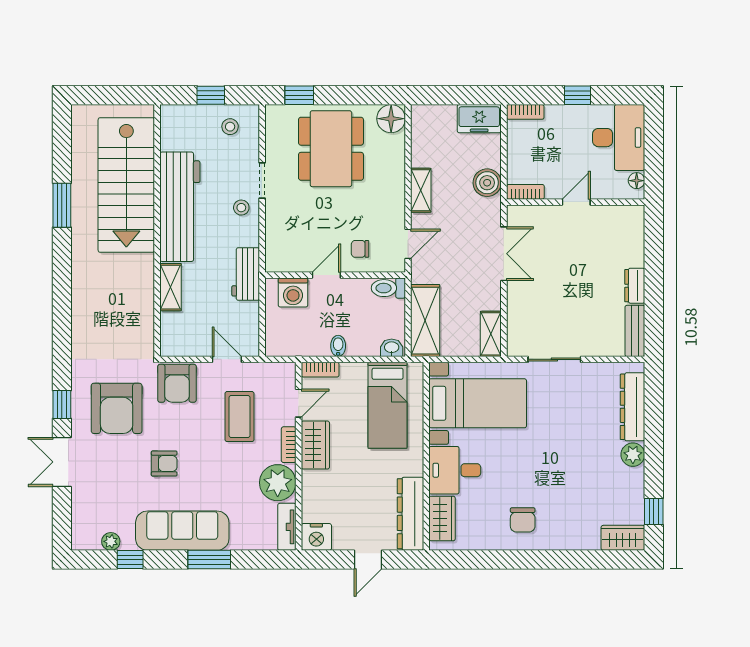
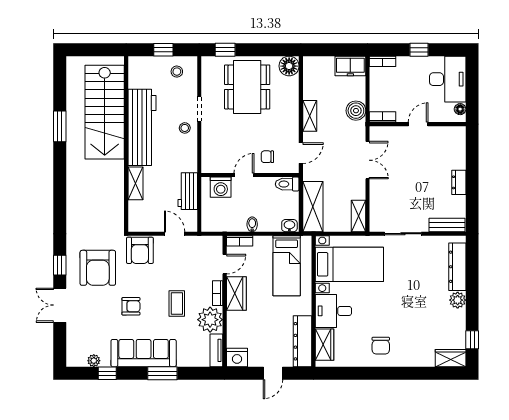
workbench: (246, 274) -> (188, 191), moved
bench: (635, 331) -> (447, 225), moved, turned 90
coffee table: (240, 417) -> (177, 304), moved, width x0.73, depth x0.77

